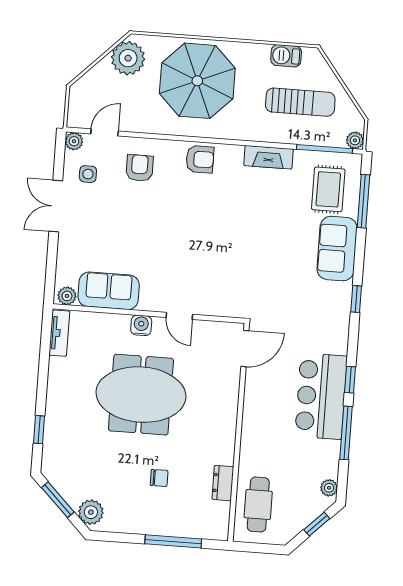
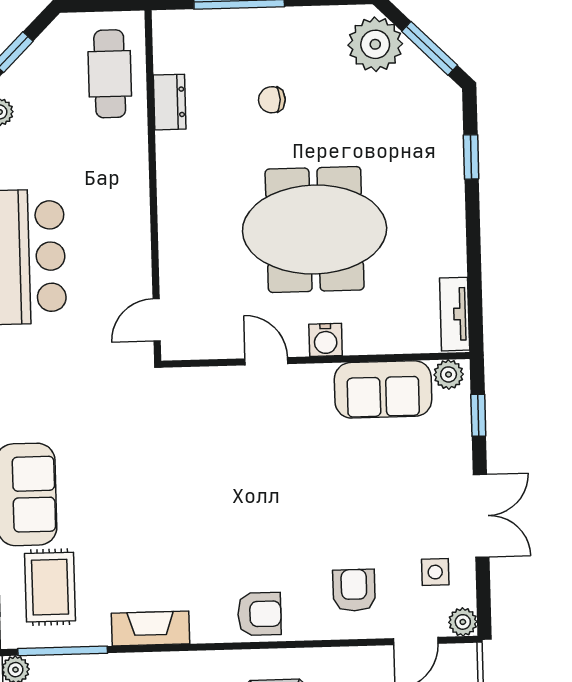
armchair: (200, 159) -> (259, 614), turned 180
armchair: (140, 168) -> (354, 590), turned 180
window: (51, 269) -> (478, 415), added
door: (245, 349) -> (157, 320), width x0.73
plant: (91, 512) -> (375, 44), width x1.36, depth x1.36

